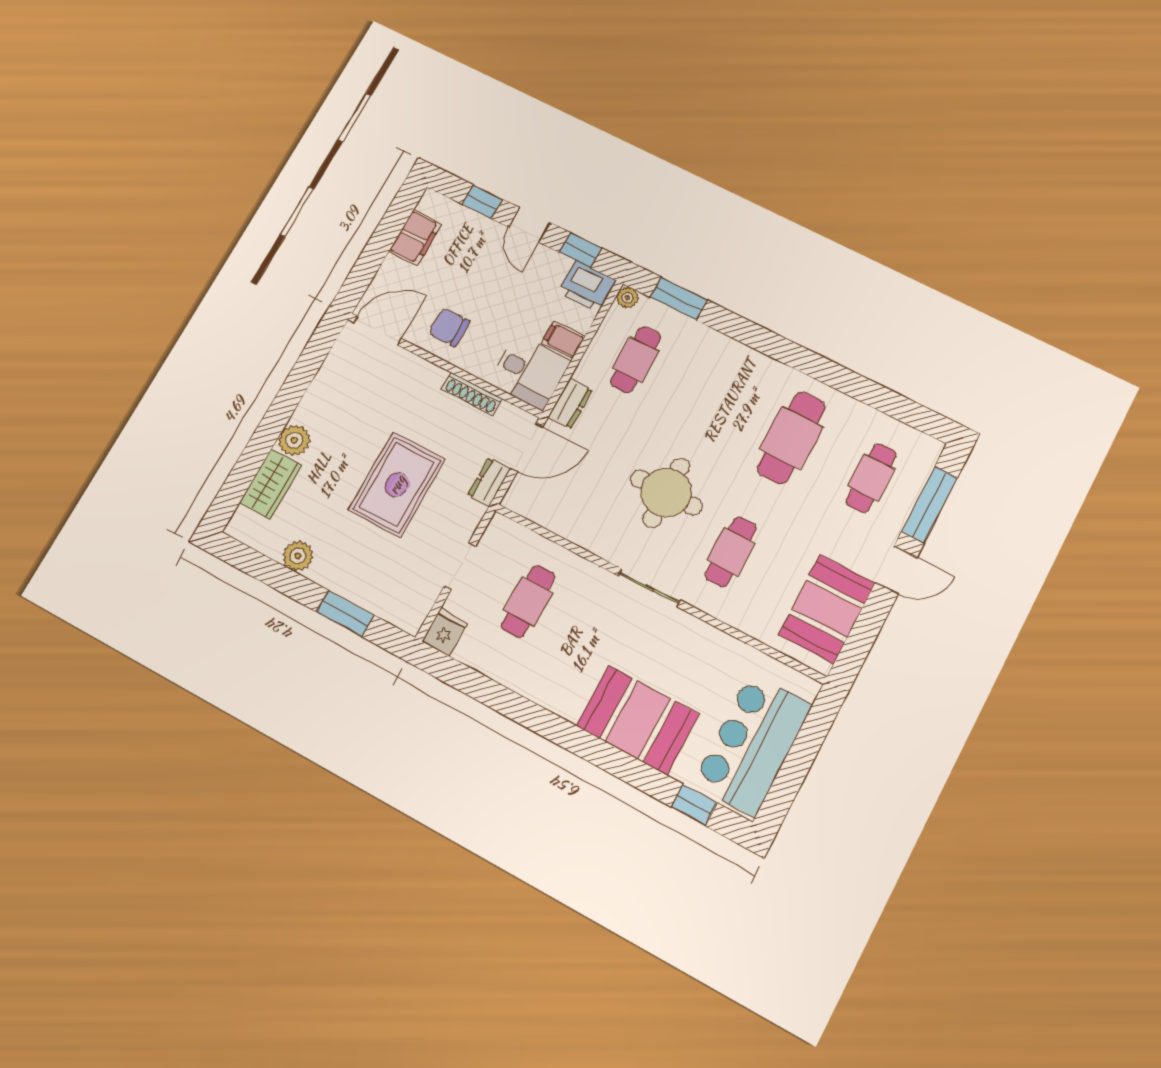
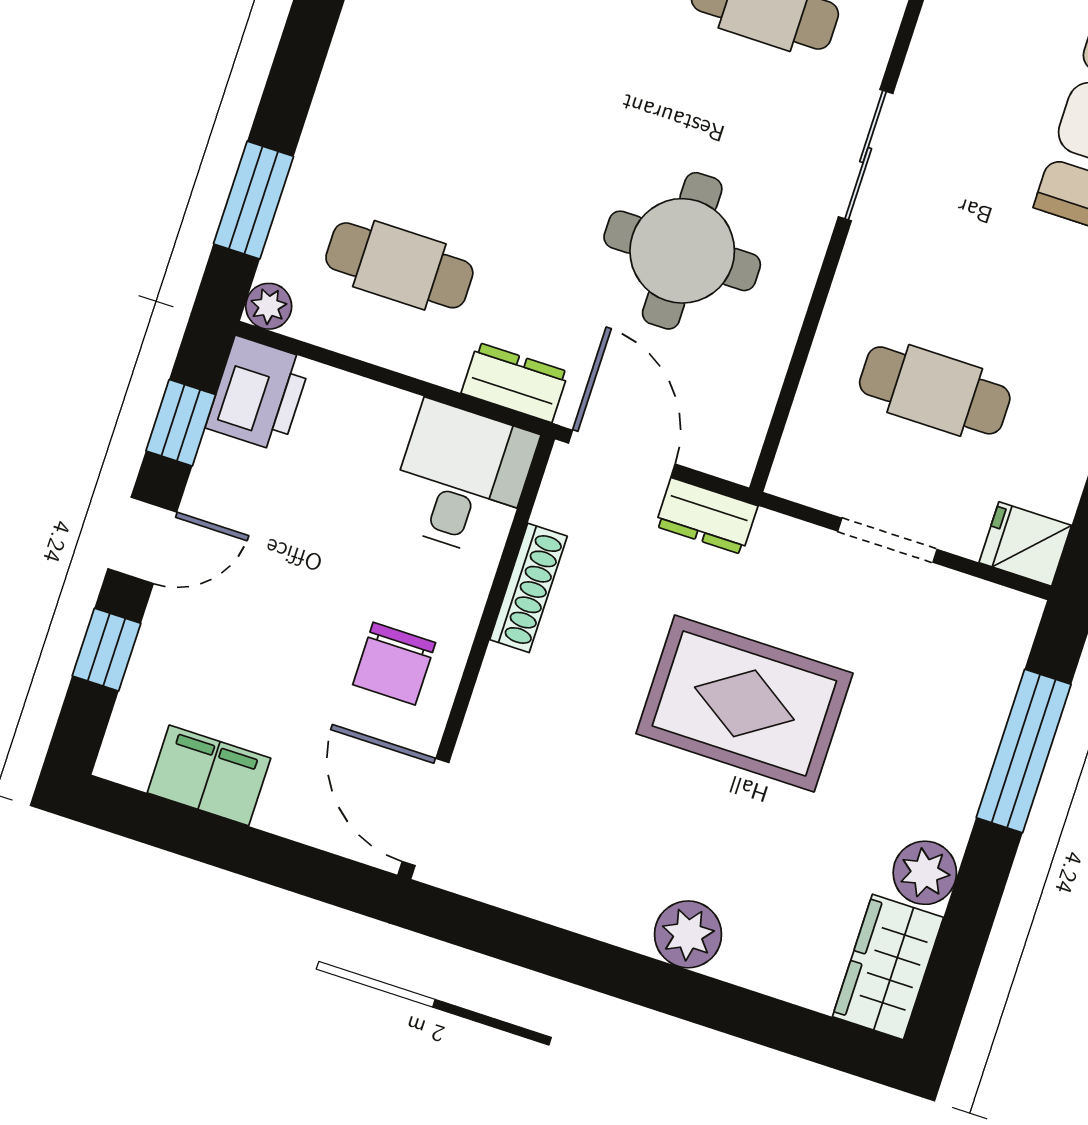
filing cabinet: (563, 340) -> (381, 422), removed
wardrobe: (271, 484) -> (888, 967), moved, turned -90
round table: (666, 492) -> (682, 251), moved
window: (345, 614) -> (1024, 751), width x1.44

